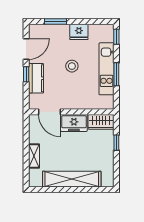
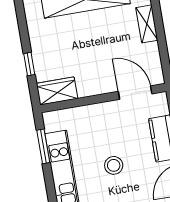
window: (116, 74) -> (43, 146), moved
freezer: (74, 123) -> (96, 82), removed

